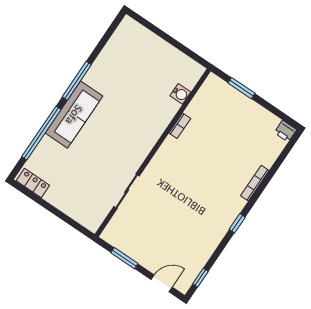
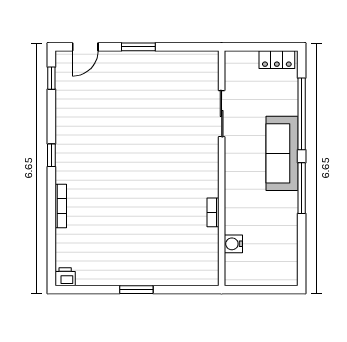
water cooler: (180, 94) -> (233, 244), moved
bookcase: (180, 126) -> (213, 212), moved
wall: (153, 153) -> (222, 168), moved
sliding door: (127, 191) -> (222, 114), moved

